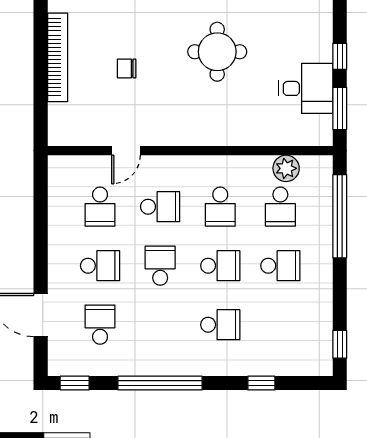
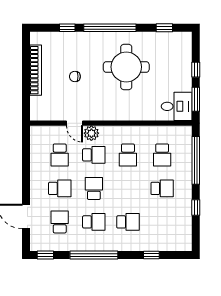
round table: (217, 52) -> (126, 67), width x1.36, depth x1.36
desk: (306, 88) -> (177, 106), moved
door: (126, 151) -> (74, 123), hinge flipped
plant: (286, 168) -> (91, 133), moved
school desk: (220, 266) -> (94, 222), moved
window: (340, 344) -> (196, 207), moved

